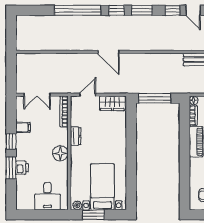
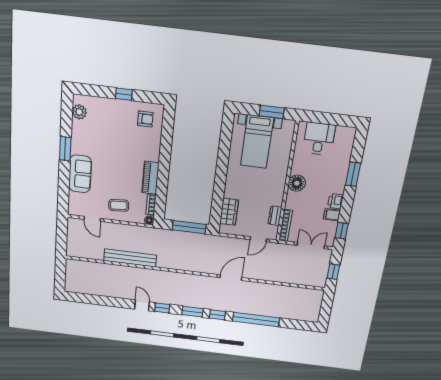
door: (108, 52) -> (231, 278), hinge flipped
window: (11, 71) -> (333, 272), added
wardrobe: (112, 103) -> (229, 212), moved, turned 90
dresser: (76, 136) -> (275, 216), moved
window: (11, 141) -> (342, 231), moved
printer: (22, 168) -> (335, 201), moved
plant: (77, 205) -> (288, 125), removed

